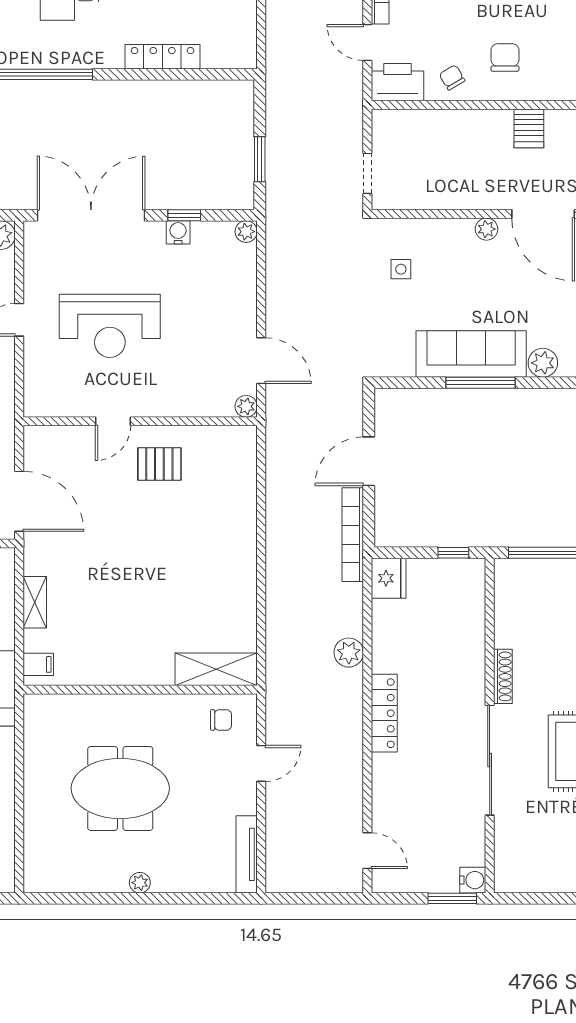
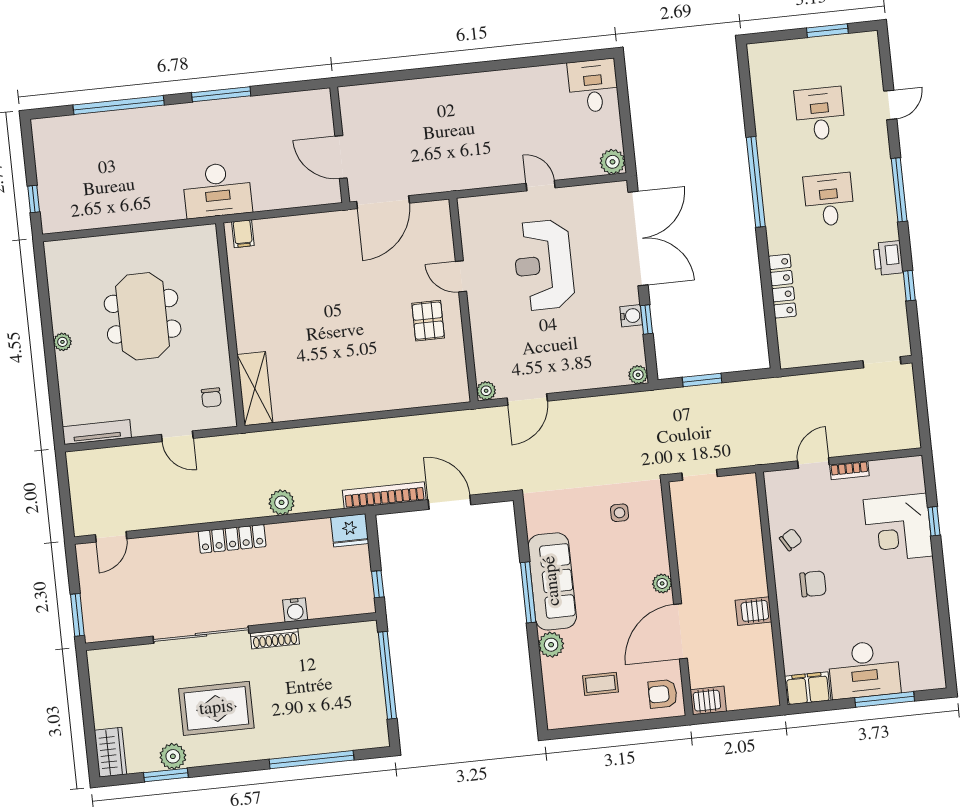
printer: (398, 82) -> (782, 493), removed
shelving: (35, 602) -> (296, 225), removed
water cooler: (473, 880) -> (295, 610), moved

